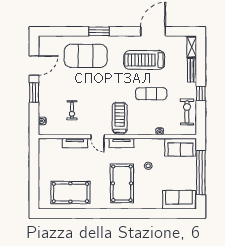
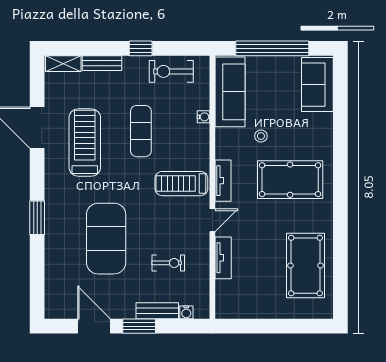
exercise mat: (86, 56) -> (106, 239), moved
treadmill: (144, 60) -> (85, 143), turned 180
bench: (43, 104) -> (157, 311), added
sofa: (180, 147) -> (230, 92), width x1.36

